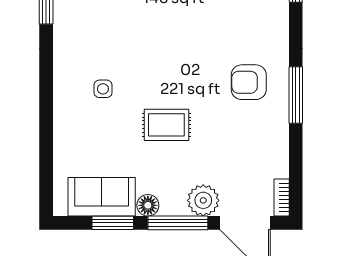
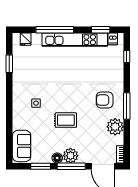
plant: (271, 139) -> (115, 127), added
sofa: (102, 197) -> (22, 146), moved, turned 90
plant: (203, 200) -> (71, 156), moved

